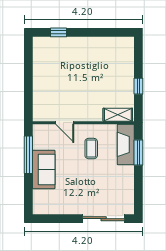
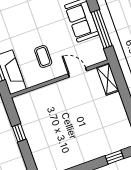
shelving: (118, 115) -> (108, 79), moved, turned 90

